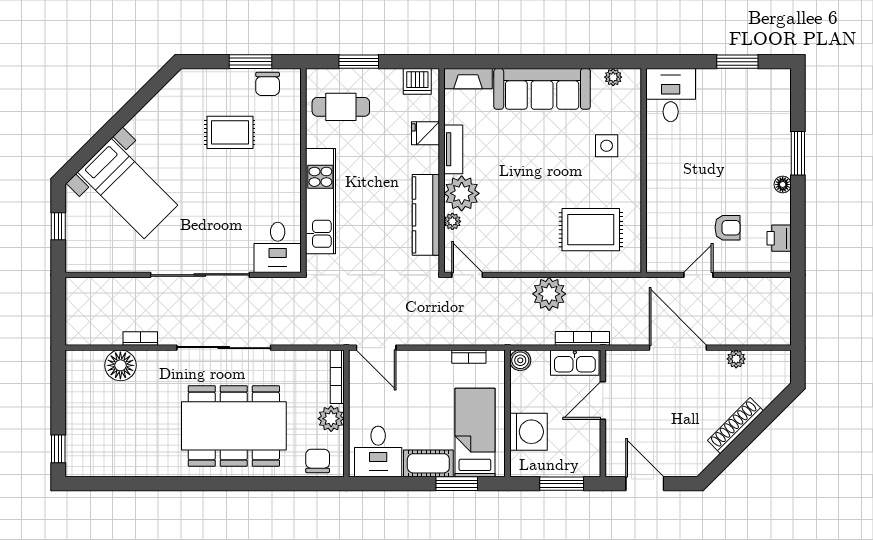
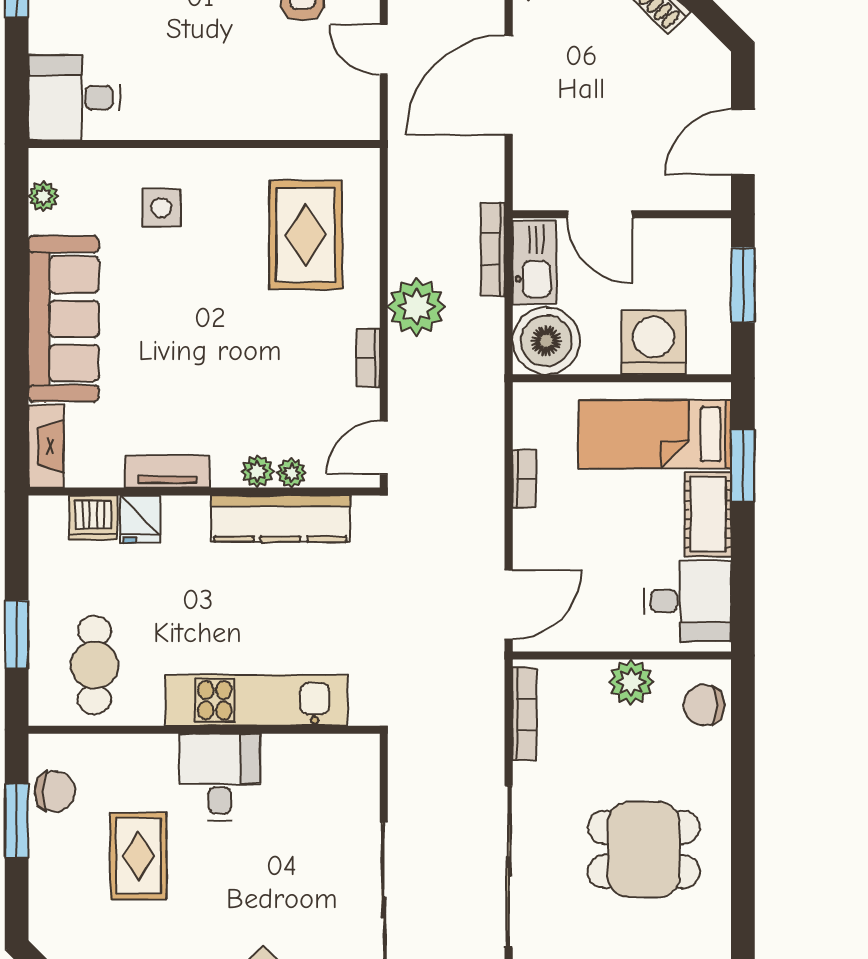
dishwasher: (417, 81) -> (93, 518), moved, turned 90
plant: (462, 193) -> (257, 471), width x0.53, depth x0.53
desk: (278, 247) -> (220, 777), moved, turned -90
bookcase: (519, 266) -> (368, 358), added
bookcase: (469, 357) -> (524, 479), moved
boiler: (520, 360) -> (546, 341), width x1.86, depth x1.86
bookcase: (337, 377) -> (524, 714), moved, turned -90
dining table: (234, 426) -> (644, 849), width x0.53, depth x0.80

